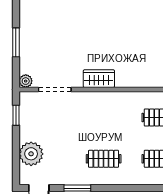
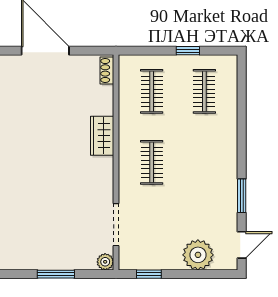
wardrobe: (99, 79) -> (102, 136), moved
clothes rail: (104, 159) -> (152, 162), moved

